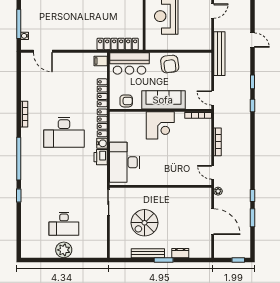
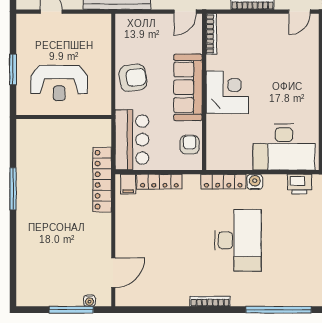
locker: (118, 44) -> (102, 180), moved
locker: (102, 93) -> (159, 182), moved
printer: (101, 157) -> (300, 184), moved

